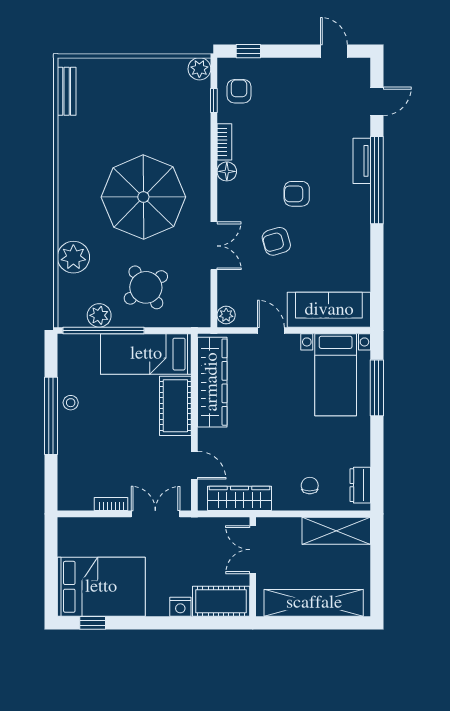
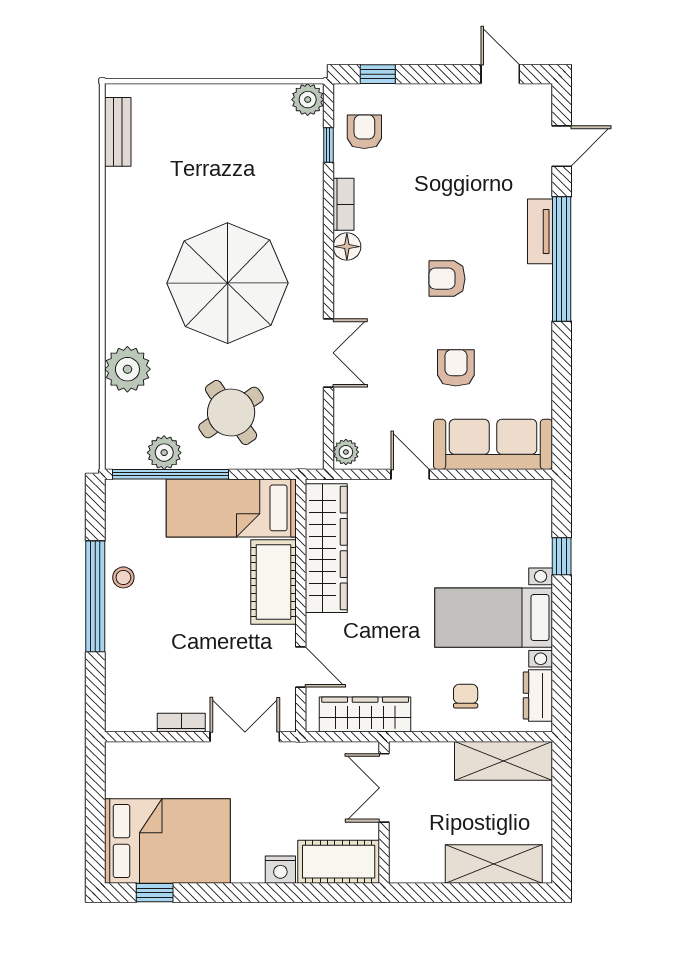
armchair: (276, 241) -> (456, 368), moved, turned 106
bed with nightstands: (336, 375) -> (494, 618), moved, turned 90
window: (377, 388) -> (562, 556), width x0.46
shelving: (314, 603) -> (494, 864), width x0.68

